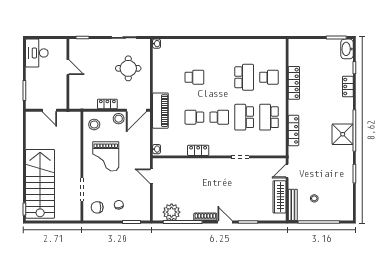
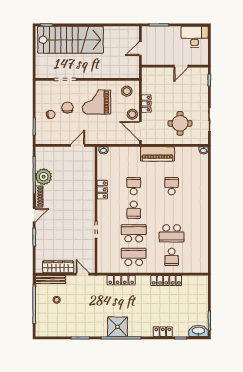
school desk: (194, 77) -> (172, 186), turned 180
piano: (160, 111) -> (157, 154), moved
chair: (97, 207) -> (67, 108), moved
plant: (172, 212) -> (44, 177), moved

